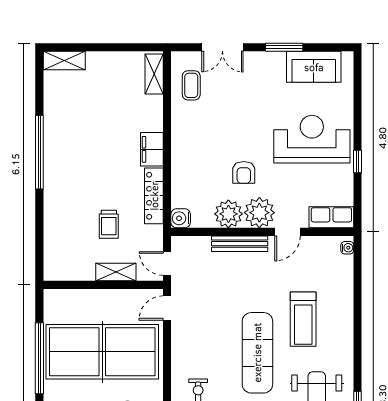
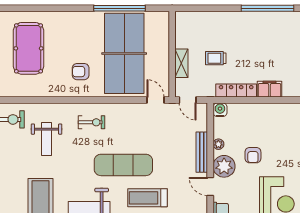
armchair: (244, 172) -> (253, 155), turned -90
plant: (228, 214) -> (218, 144), width x0.53, depth x0.53
door: (167, 263) -> (188, 100), swing flipped

